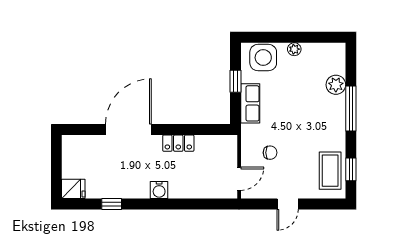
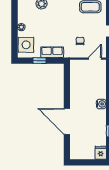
locker: (178, 143) -> (75, 93), removed
door: (239, 179) -> (95, 59), hinge flipped

